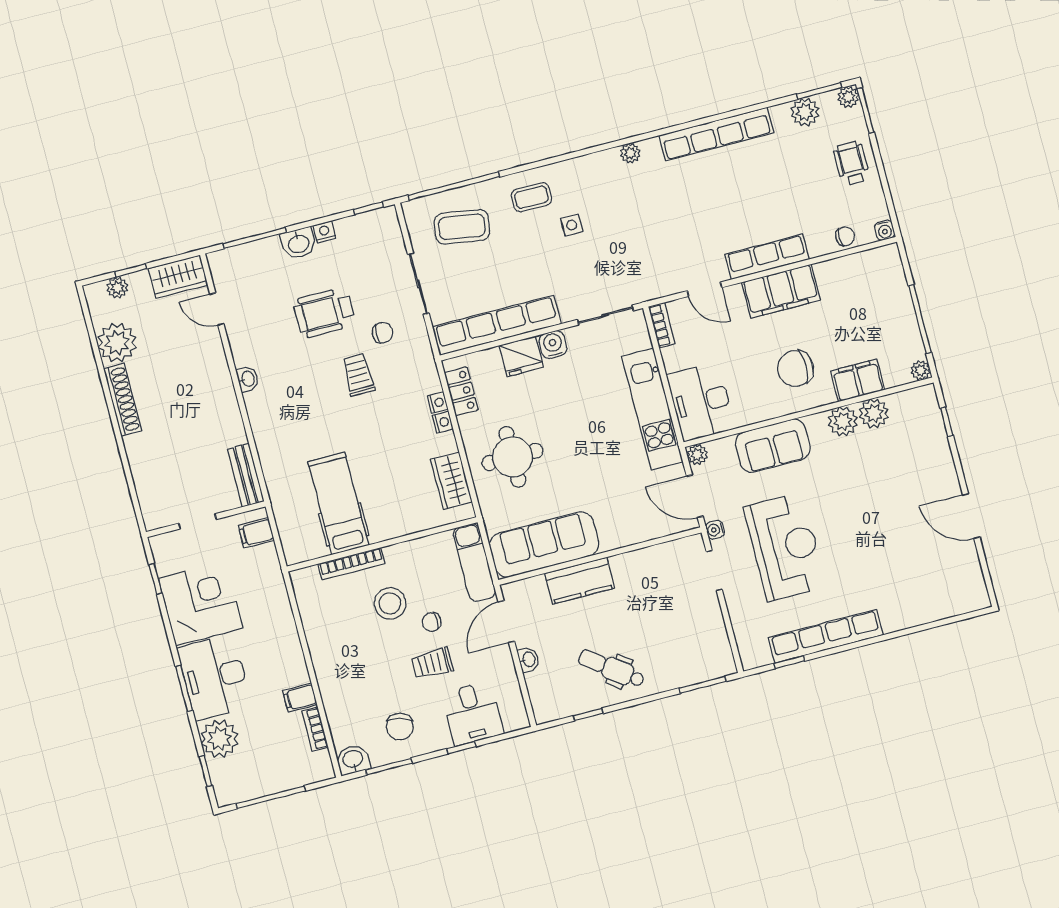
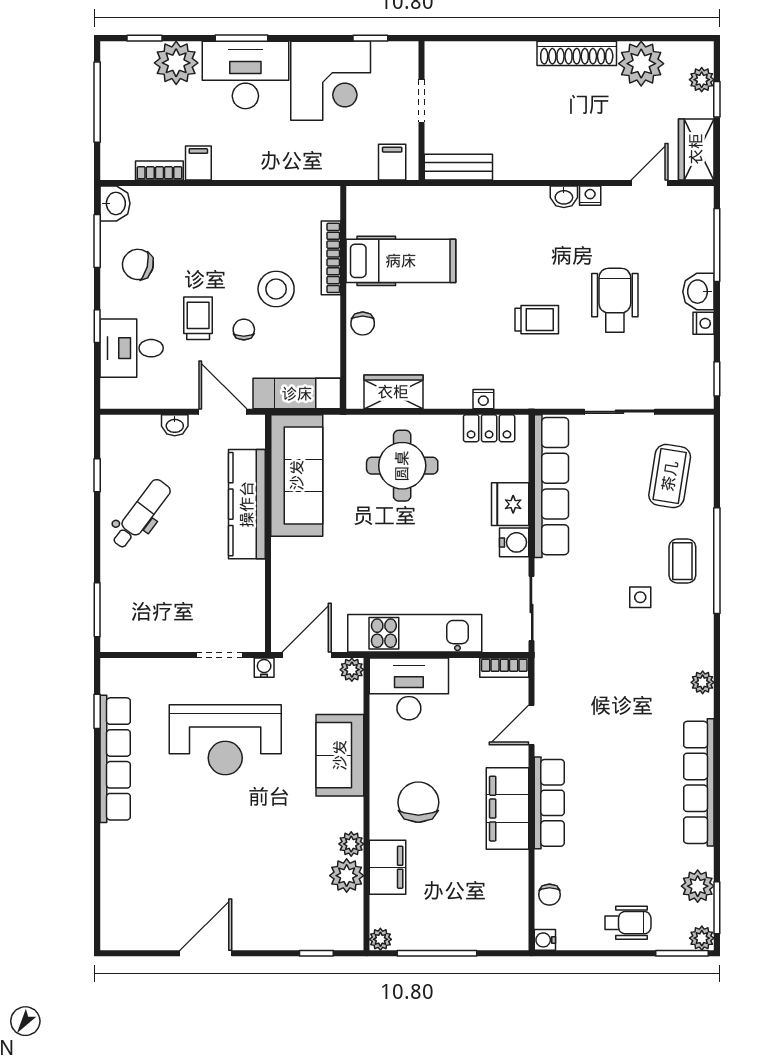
window: (454, 186) -> (717, 561), moved
chair: (383, 333) -> (363, 324), moved
plant: (843, 421) -> (351, 844), width x0.73, depth x0.73
nightstand: (443, 422) -> (590, 196), moved, turned 180
kitchen counter: (580, 581) -> (247, 504), width x1.50

